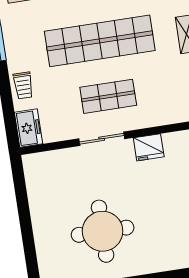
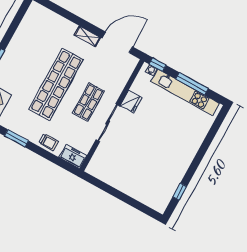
sliding door: (102, 139) -> (108, 123), width x1.37
round table: (103, 231) -> (156, 159), removed

